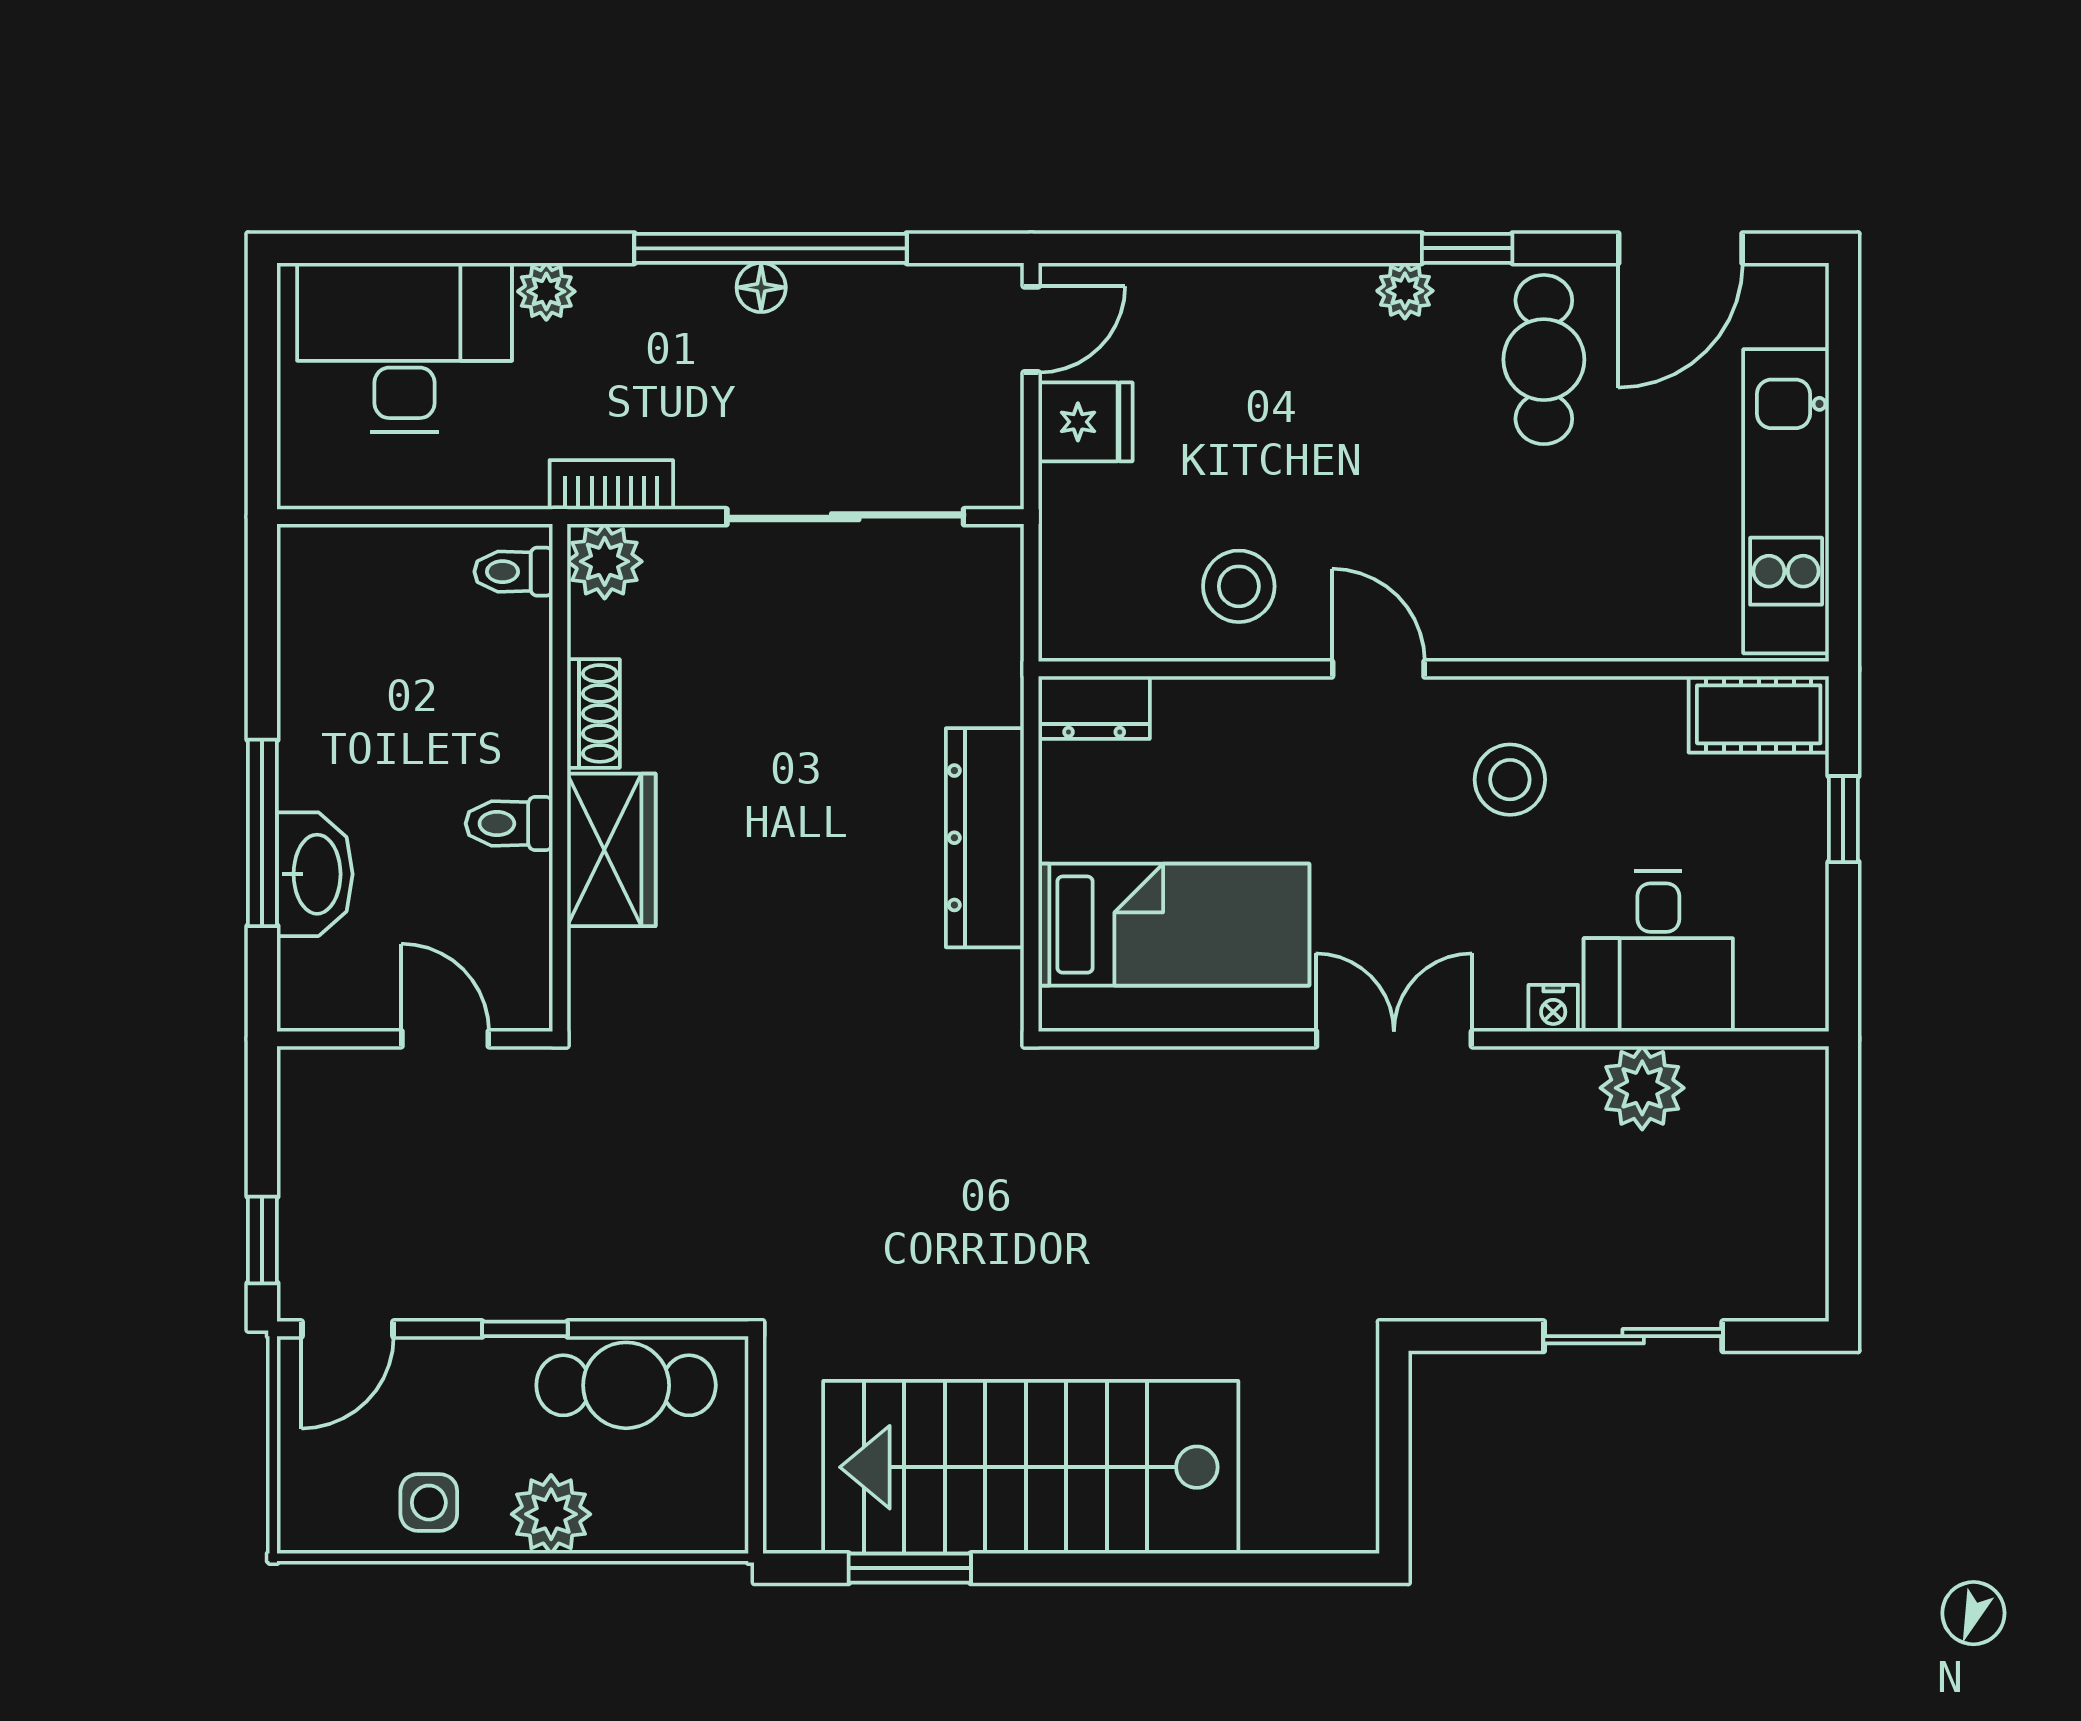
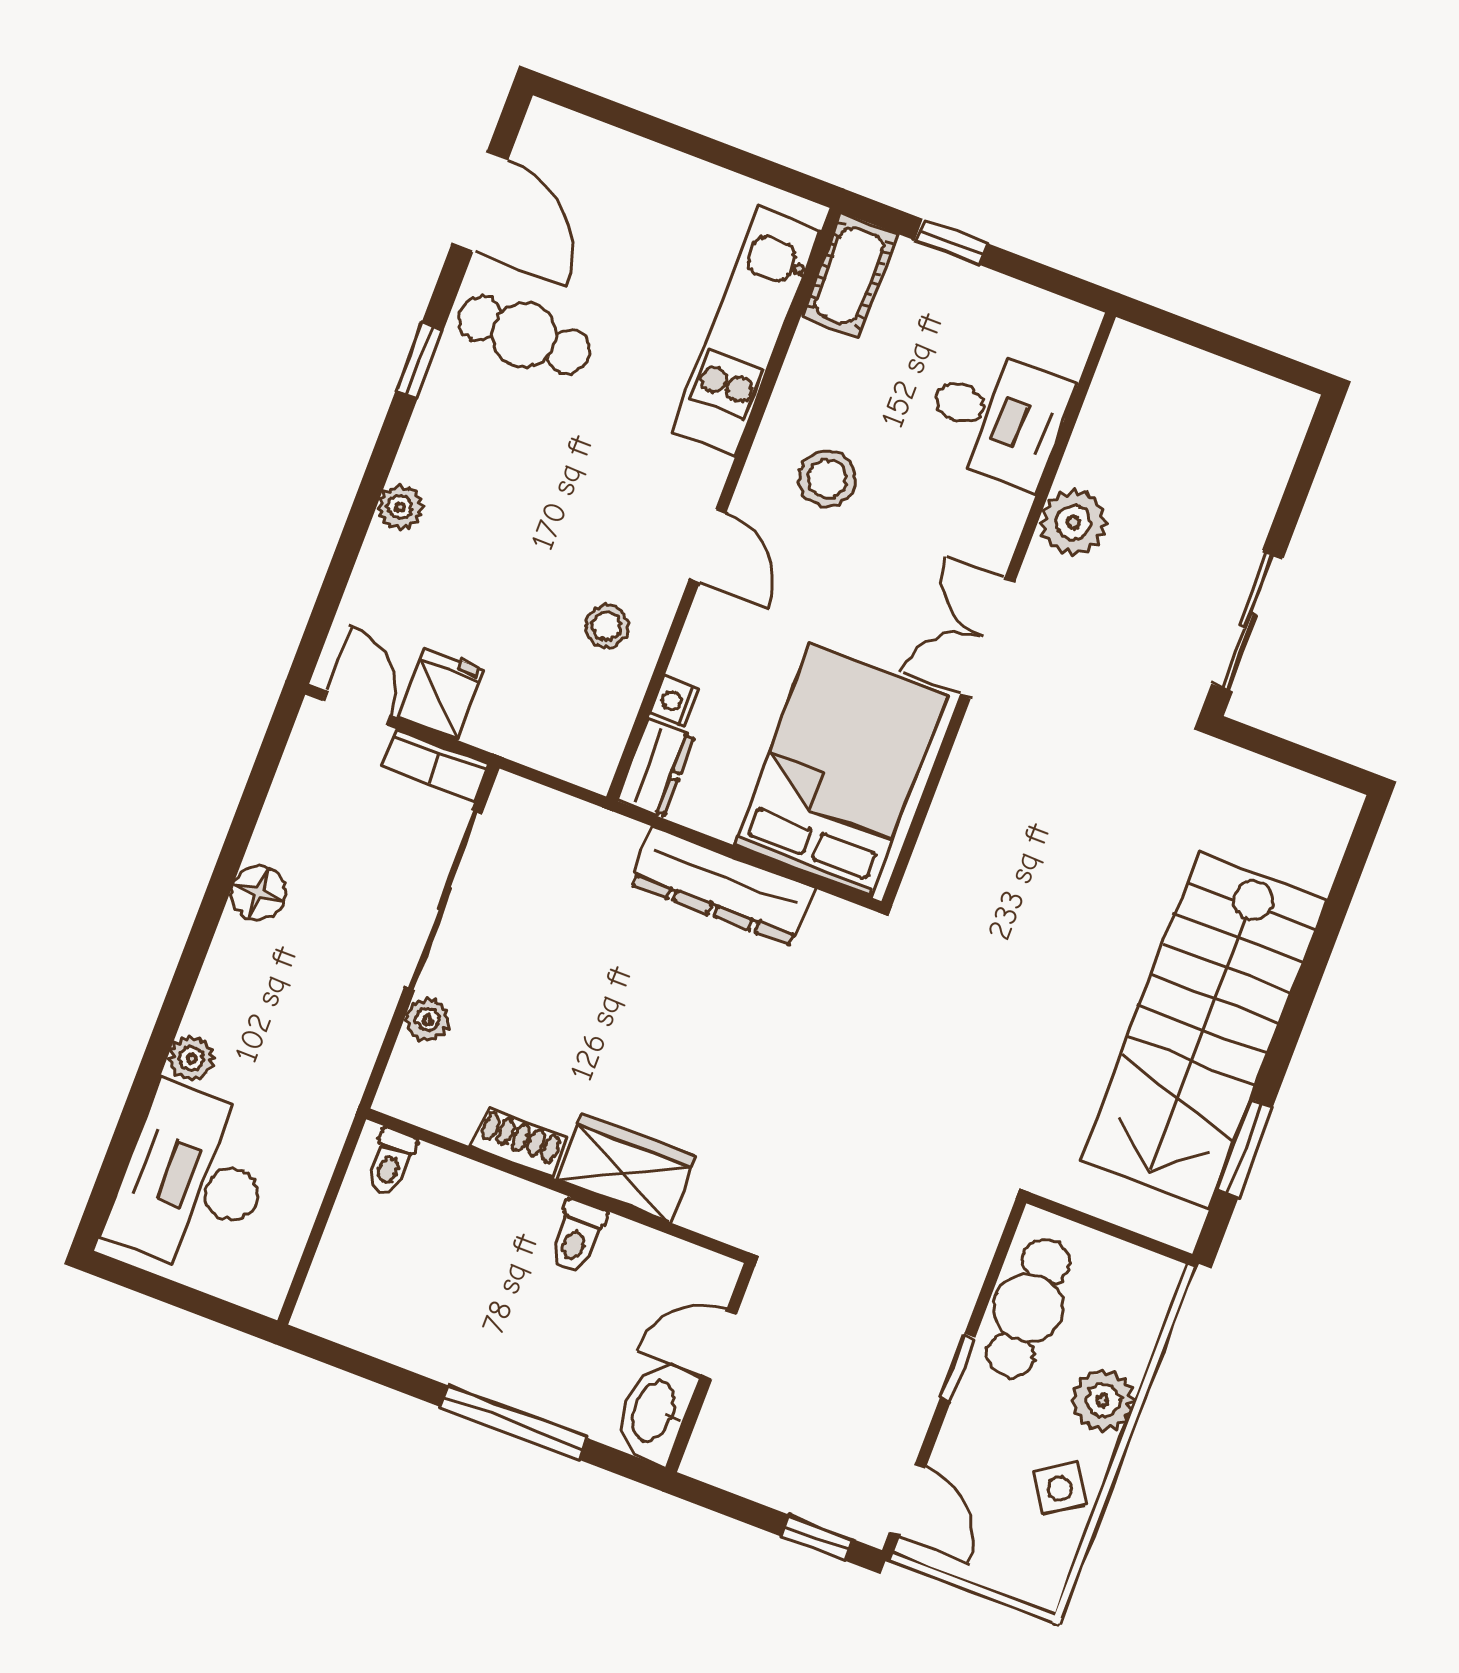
window: (770, 248) -> (223, 879), removed
floor lamp: (761, 287) -> (258, 893), width x1.37, depth x1.37
plant: (1405, 291) -> (400, 507), moved
bookcase: (611, 485) -> (436, 765), moved, turned -90
kitchen unit: (1786, 501) -> (746, 332), moved, turned 90
plant: (605, 561) -> (427, 1020), moved, width x0.73, depth x0.73
stool: (1239, 586) -> (607, 626), width x0.73, depth x0.73
door: (1378, 669) -> (708, 546), swing flipped
washbasin: (315, 874) -> (655, 1411), moved, turned -90
bed: (1174, 925) -> (840, 770), width x1.50
nightstand: (1553, 1008) -> (674, 702), moved, turned 180
plant: (1642, 1088) -> (1073, 522), moved
sliding door: (1633, 1336) -> (1247, 621), moved
side table: (429, 1503) -> (1060, 1488), turned -33

